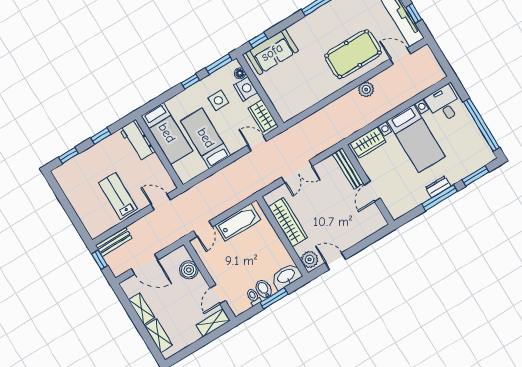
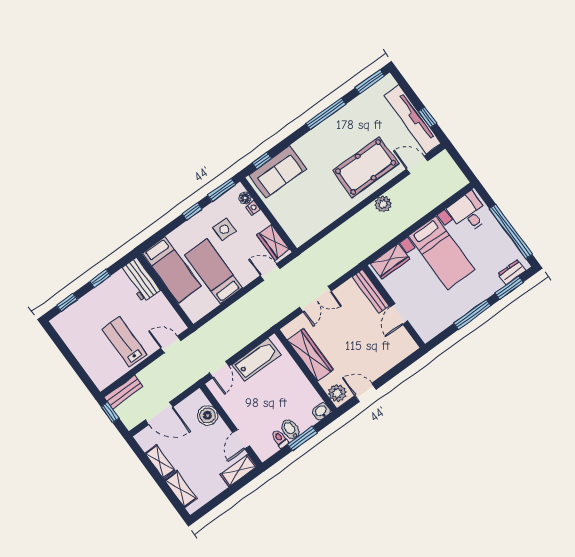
nightstand: (246, 89) -> (253, 208), width x0.53, depth x0.56
dresser: (438, 187) -> (512, 272), moved
washbasin: (286, 276) -> (321, 411), width x0.52, depth x0.69

